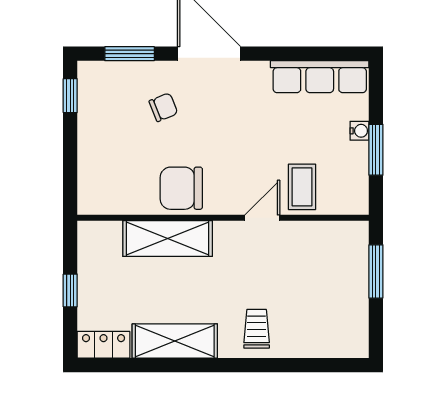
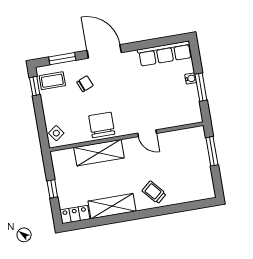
coffee table: (302, 187) -> (52, 81), moved, turned 90
chair: (181, 188) -> (102, 125), turned 90
side table: (95, 189) -> (56, 133), added
door: (262, 218) -> (147, 133), swing flipped
trolley: (257, 329) -> (154, 192), turned -41

